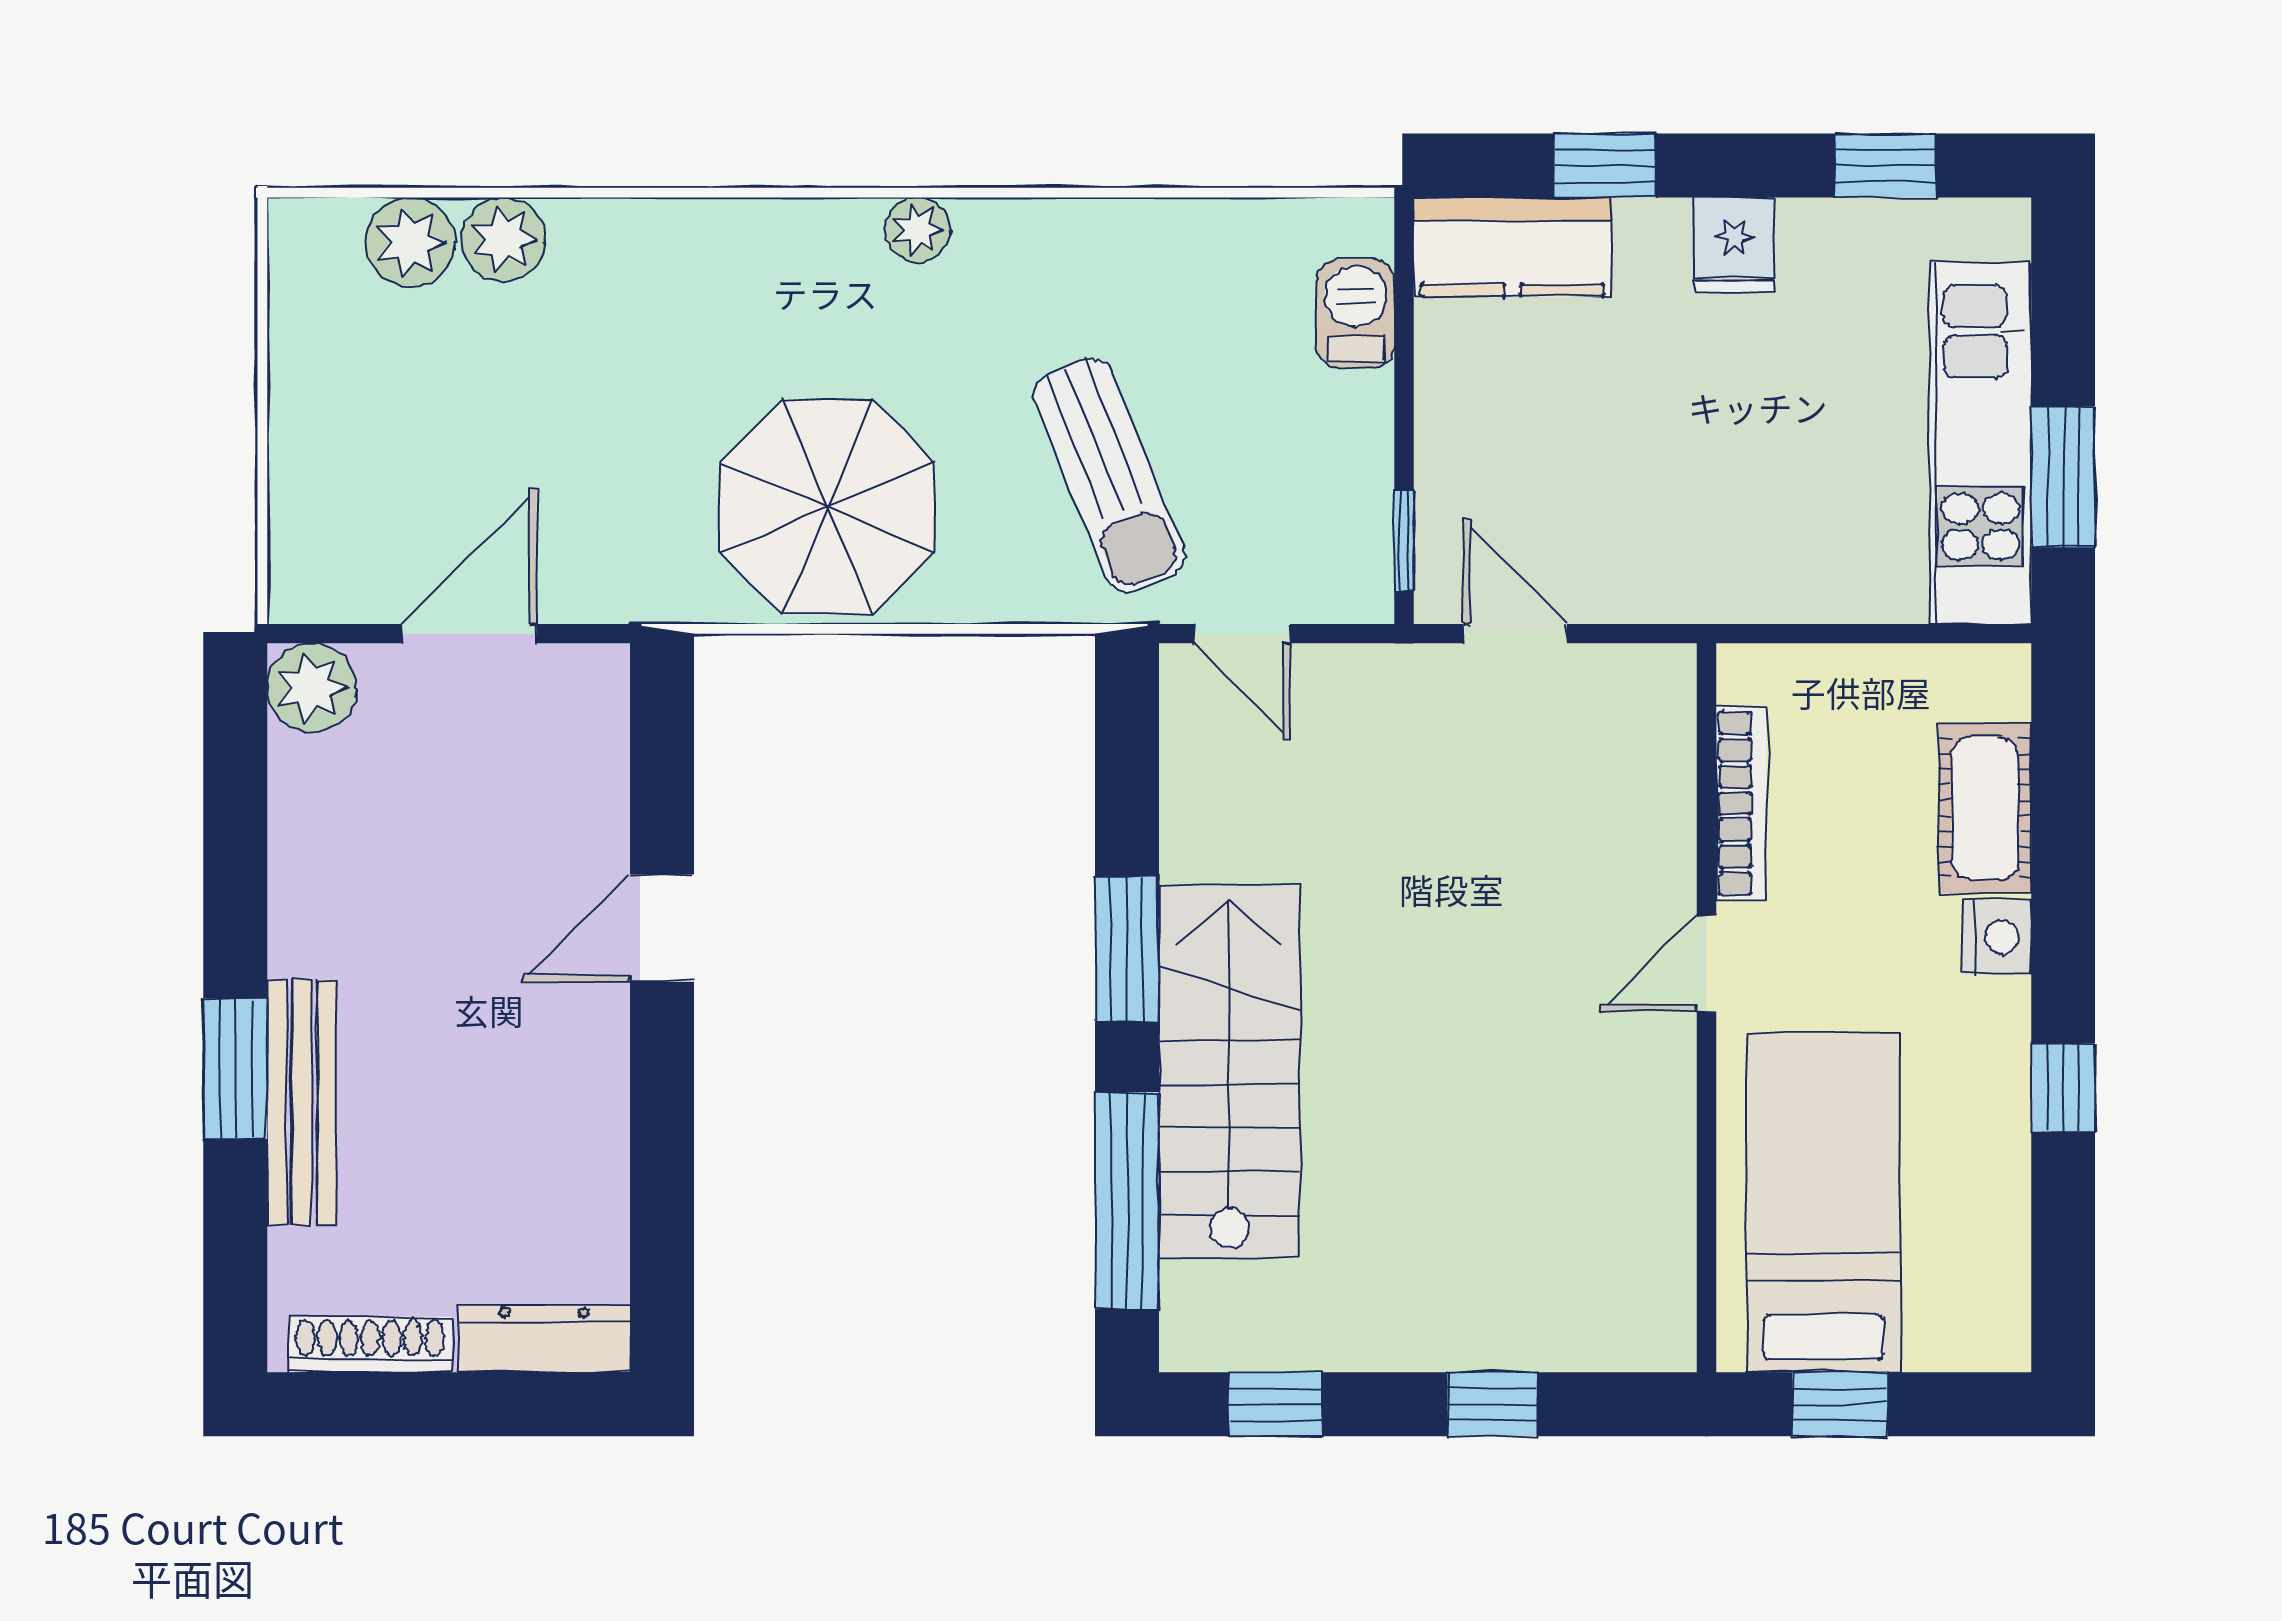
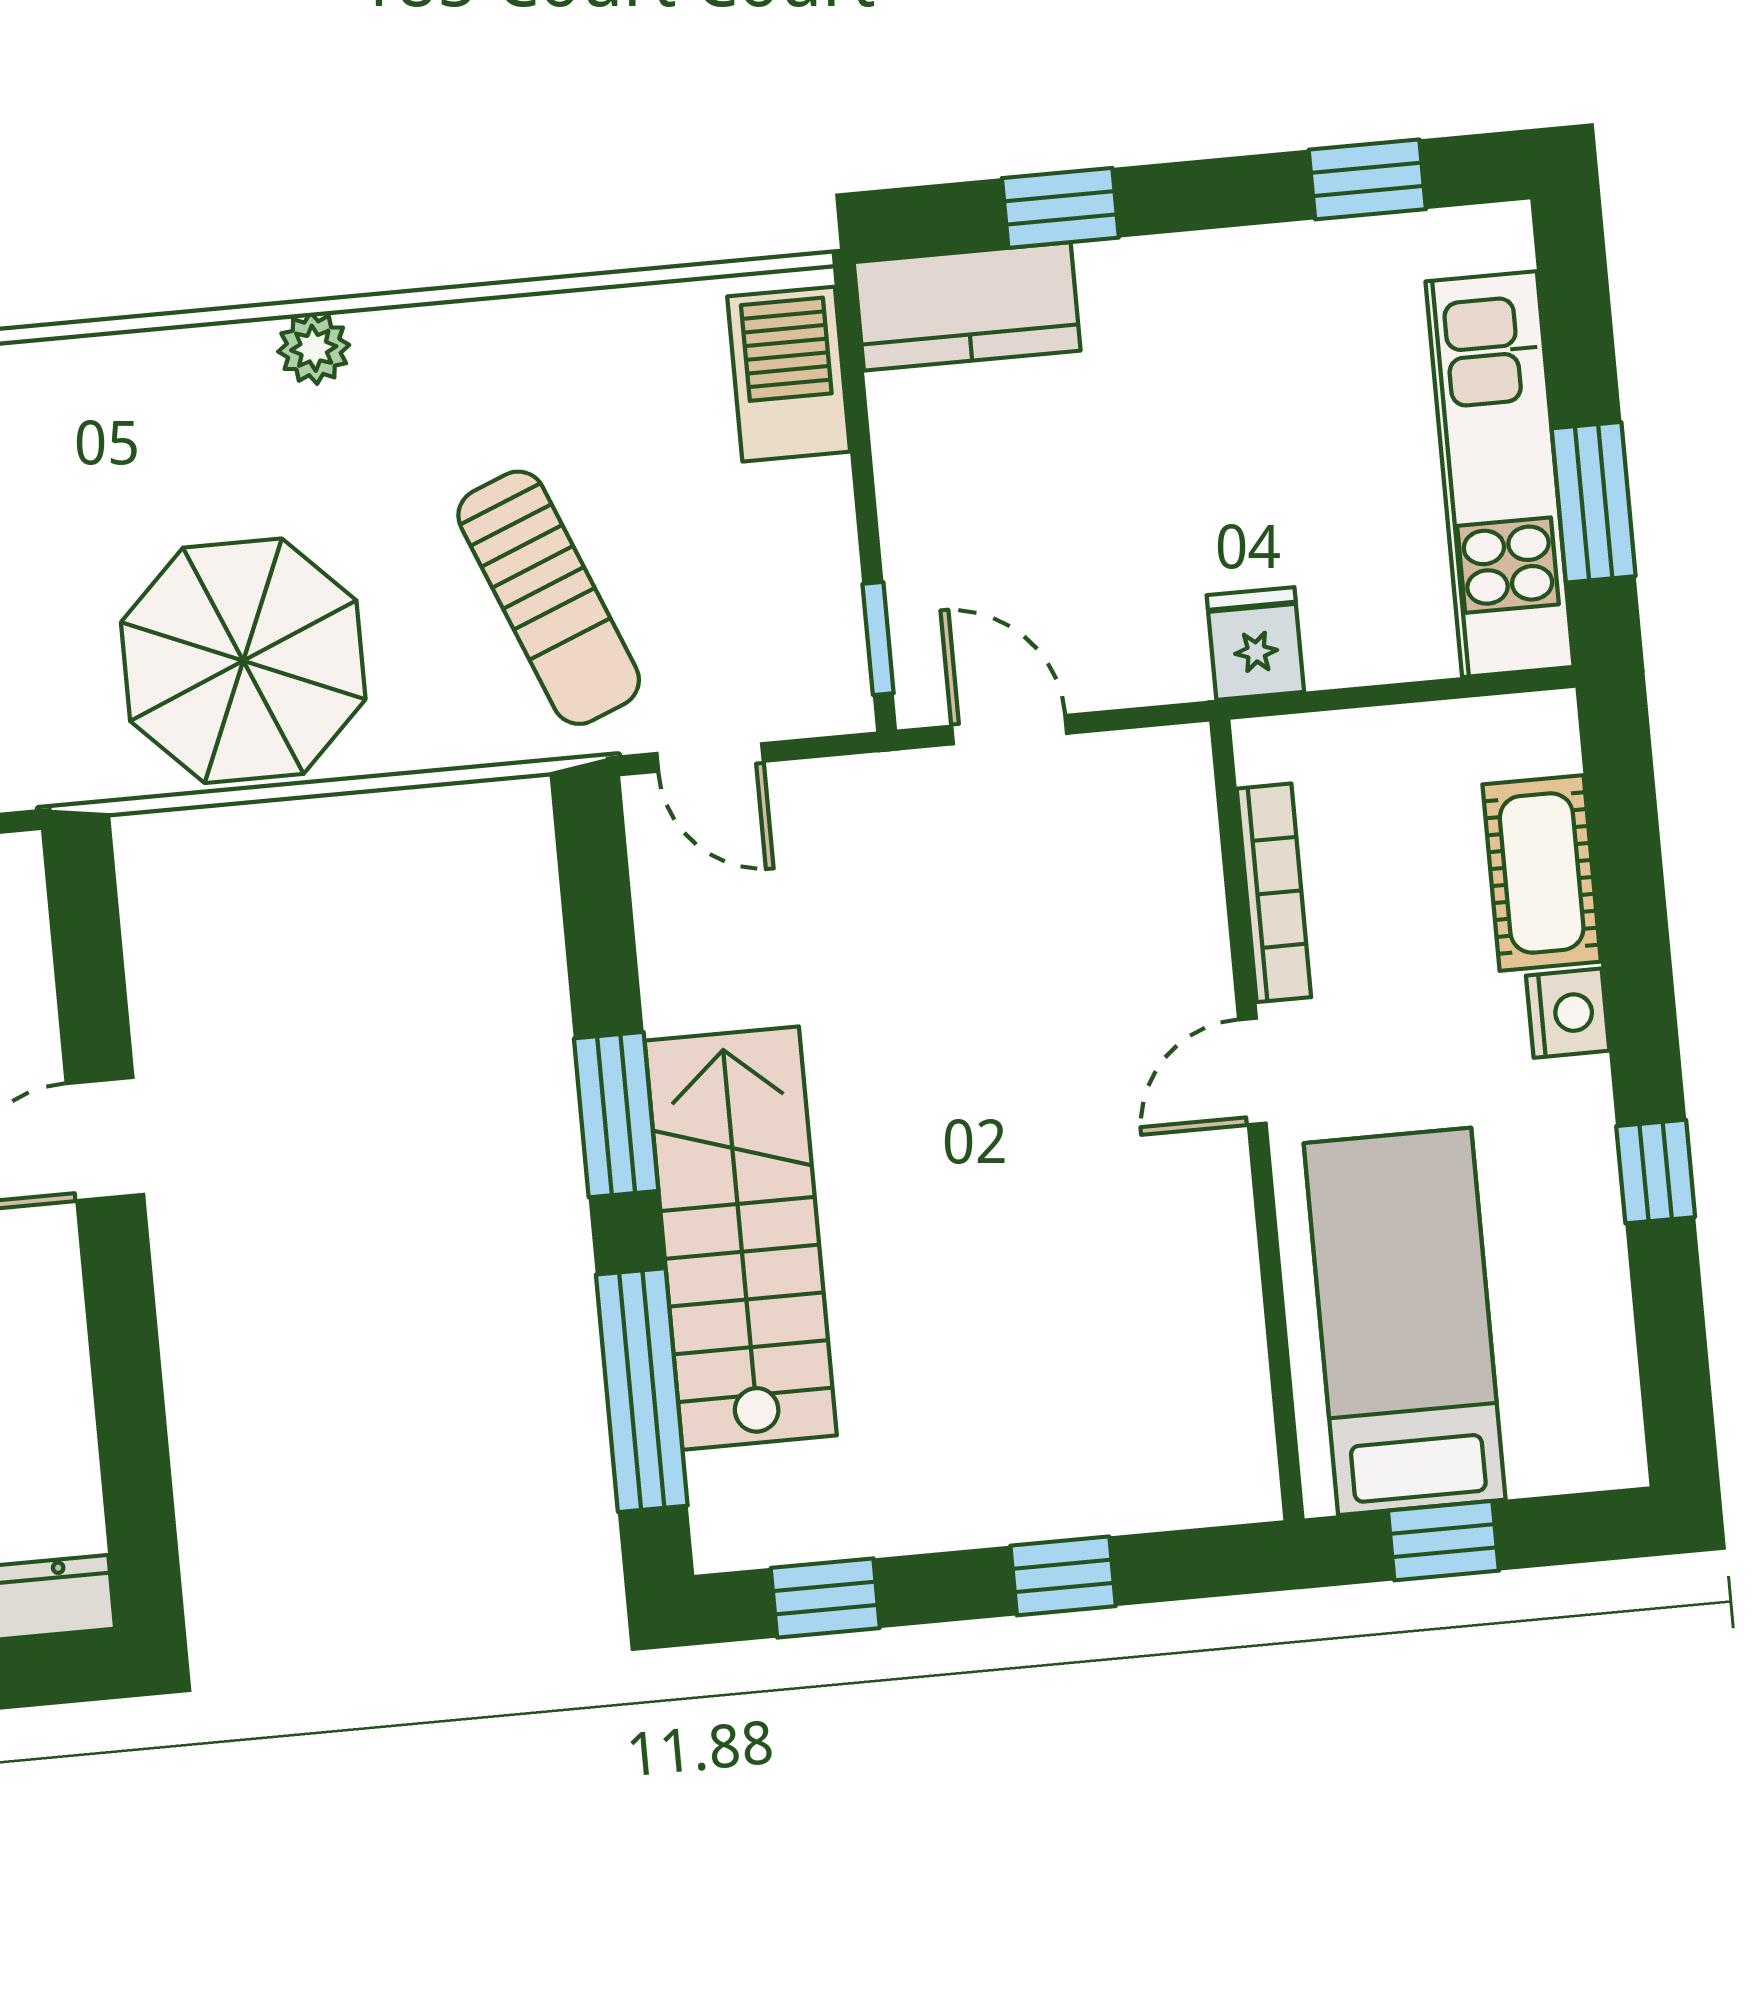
fridge: (1734, 245) -> (1255, 644), moved, turned 180
barbecue: (1356, 314) -> (789, 374), width x1.38, depth x1.27

